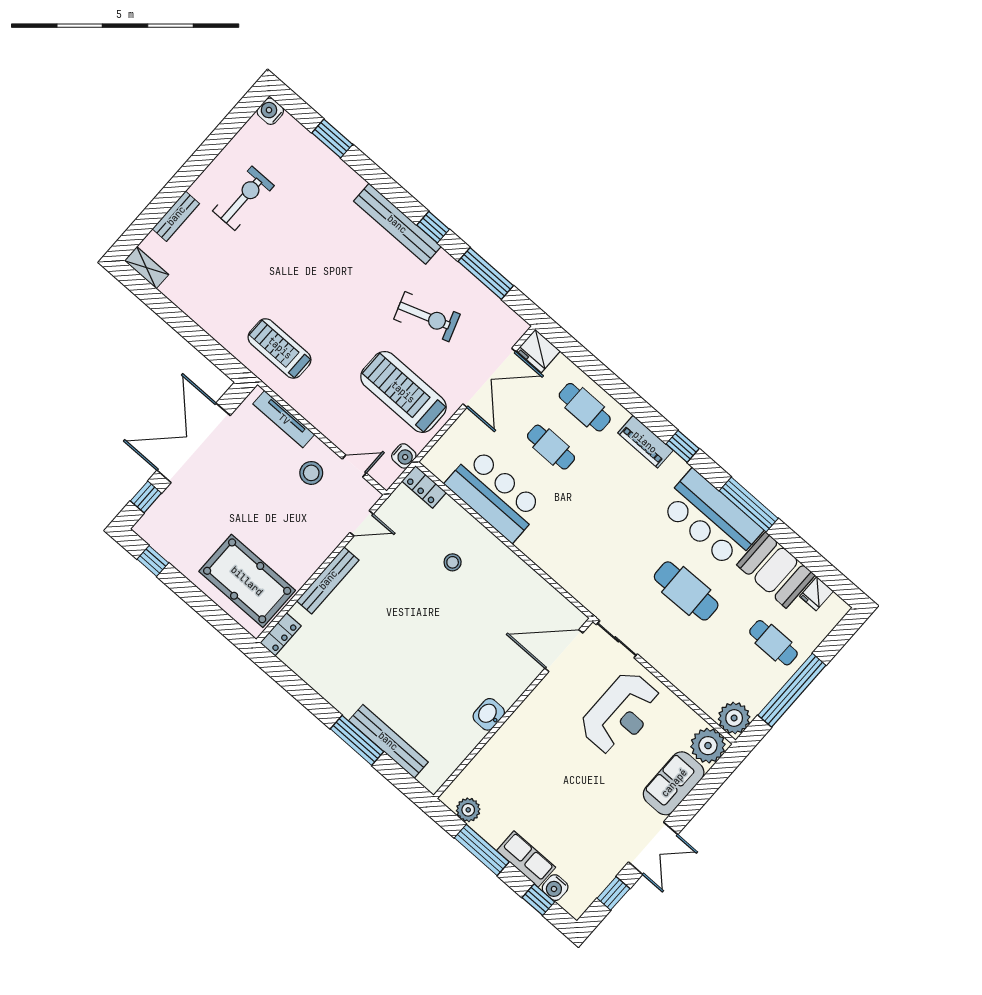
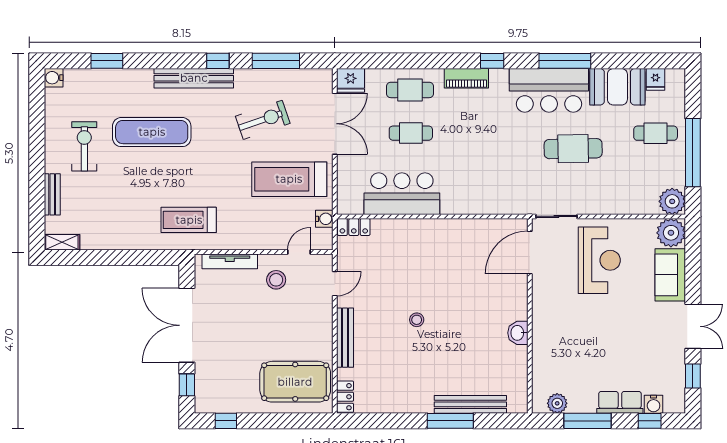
exercise mat: (316, 239) -> (152, 132), added
stool: (453, 562) -> (417, 320), moved

